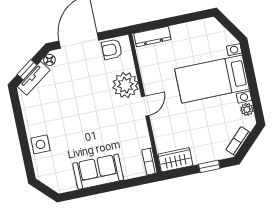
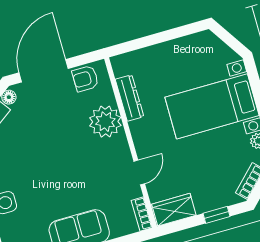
dresser: (152, 37) -> (130, 98), moved, turned -90
door: (145, 106) -> (139, 172), moved

